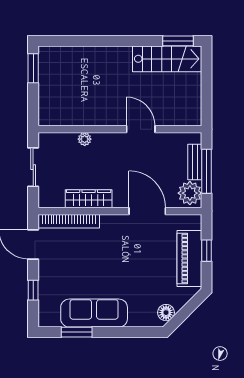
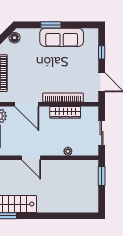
window: (33, 68) -> (102, 176), moved
bookcase: (69, 221) -> (63, 98), moved
window: (77, 332) -> (51, 25), moved

